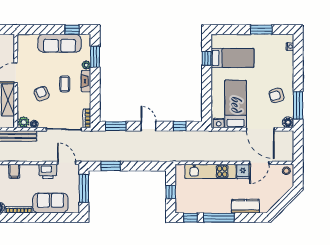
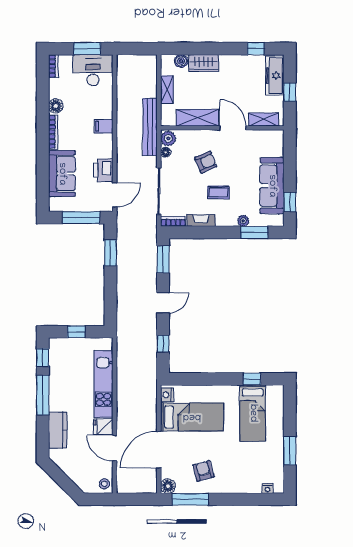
shelving: (9, 50) -> (264, 120), added
fireplace: (86, 81) -> (201, 220), moved

